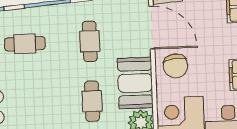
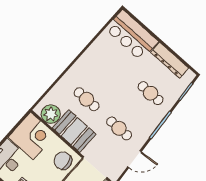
cafe table: (25, 44) -> (151, 93), turned 90

